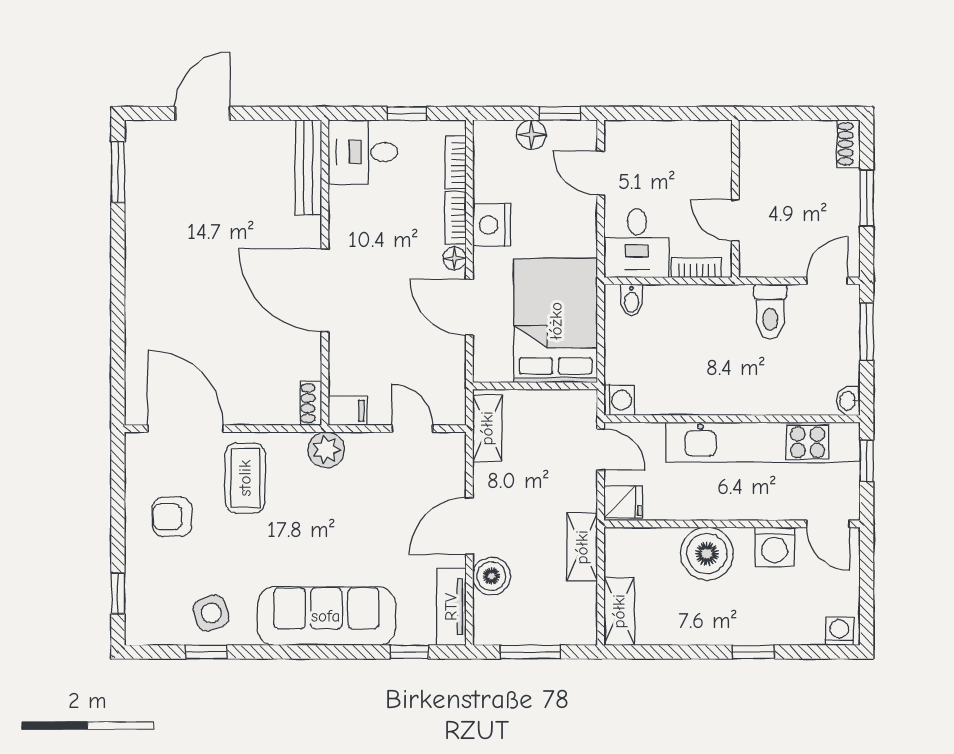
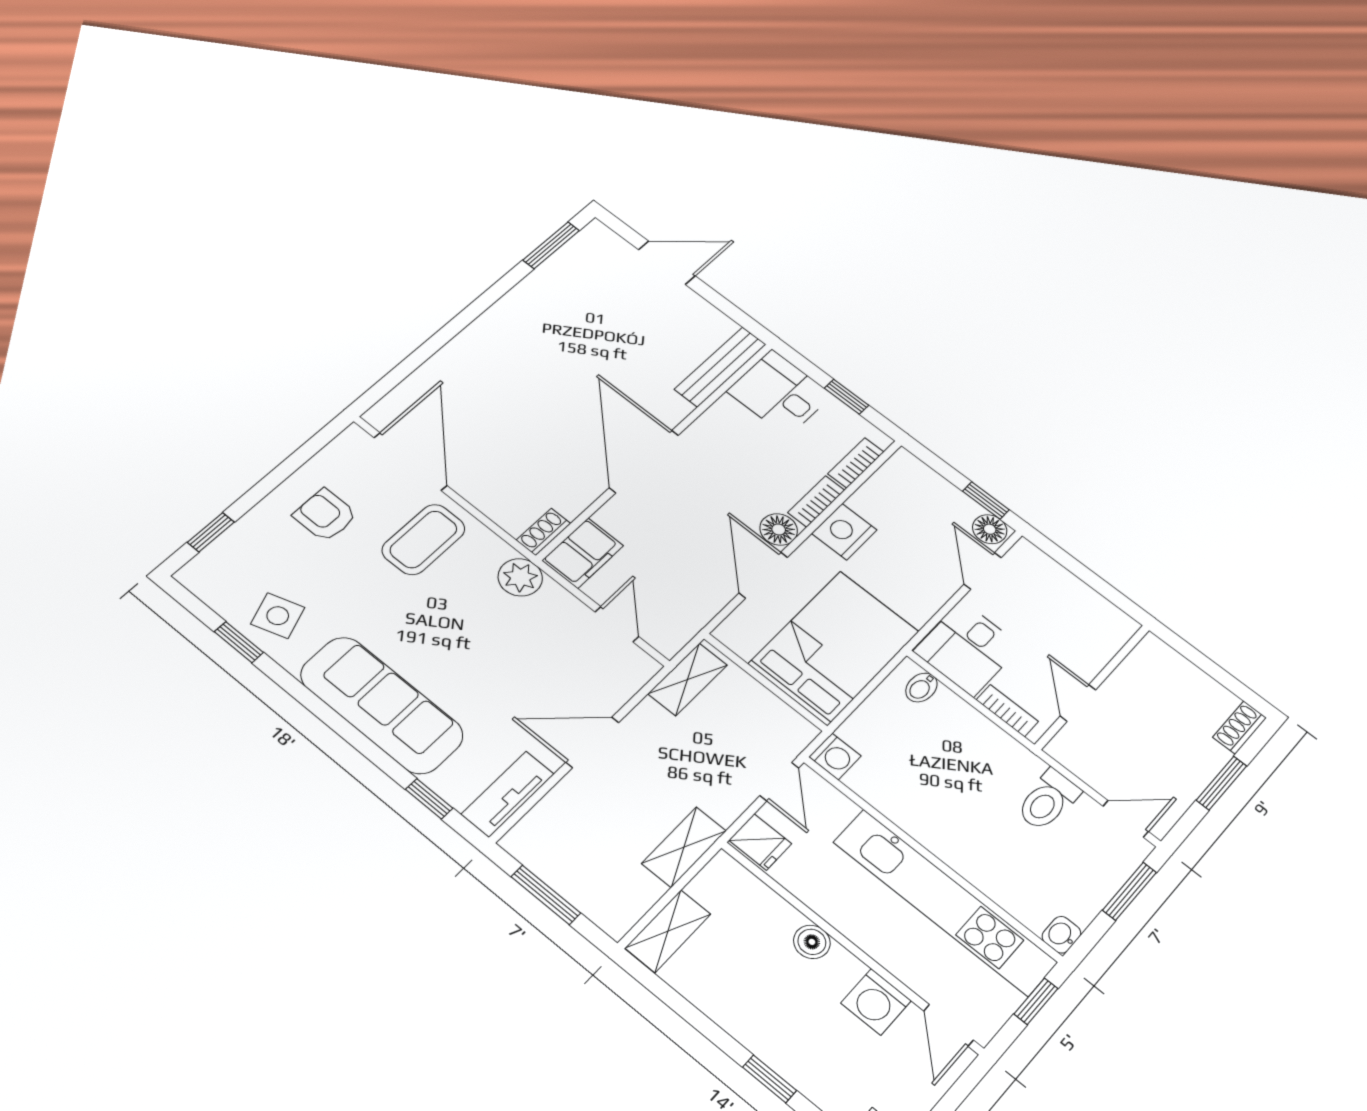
floor lamp: (531, 135) -> (990, 529), moved
floor lamp: (455, 258) -> (779, 530), width x1.37, depth x1.37
filing cabinet: (348, 411) -> (583, 553), width x2.00
boiler: (707, 554) -> (812, 942), width x0.54, depth x0.54
boiler: (491, 576) -> (572, 800), removed

